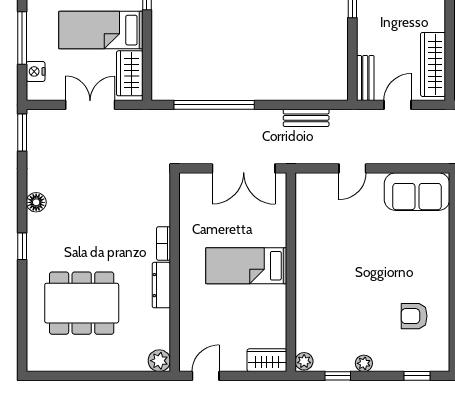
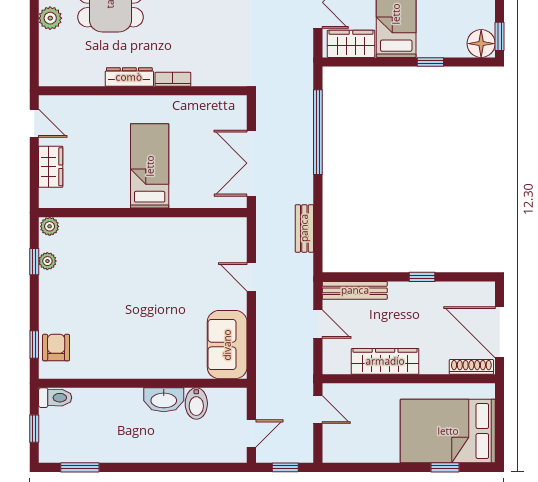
wardrobe: (433, 64) -> (385, 361), moved
bench: (365, 78) -> (355, 290), width x1.36
armchair: (414, 316) -> (56, 348), moved
wardrobe: (267, 360) -> (51, 167), moved
plant: (159, 361) -> (50, 18), moved
plant: (364, 363) -> (47, 261), moved

